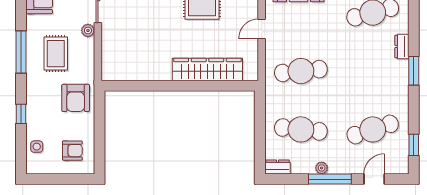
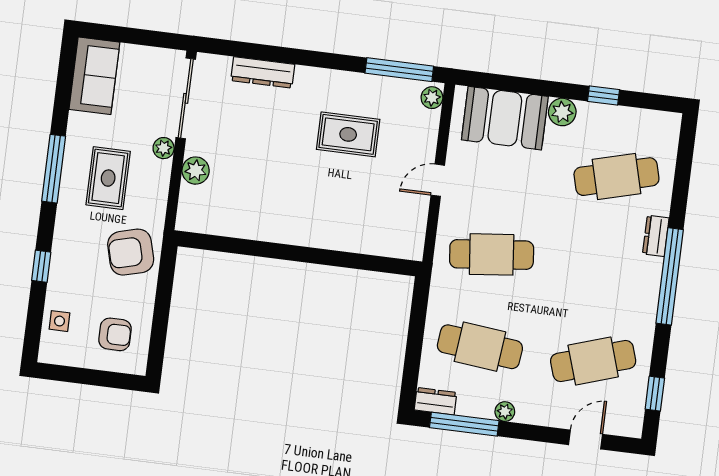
plant: (110, 42) -> (196, 171), added
wardrobe: (207, 69) -> (344, 233), removed
window: (414, 71) -> (670, 276), width x2.11
armchair: (76, 98) -> (131, 252), turned 75
window: (330, 179) -> (464, 424), moved

